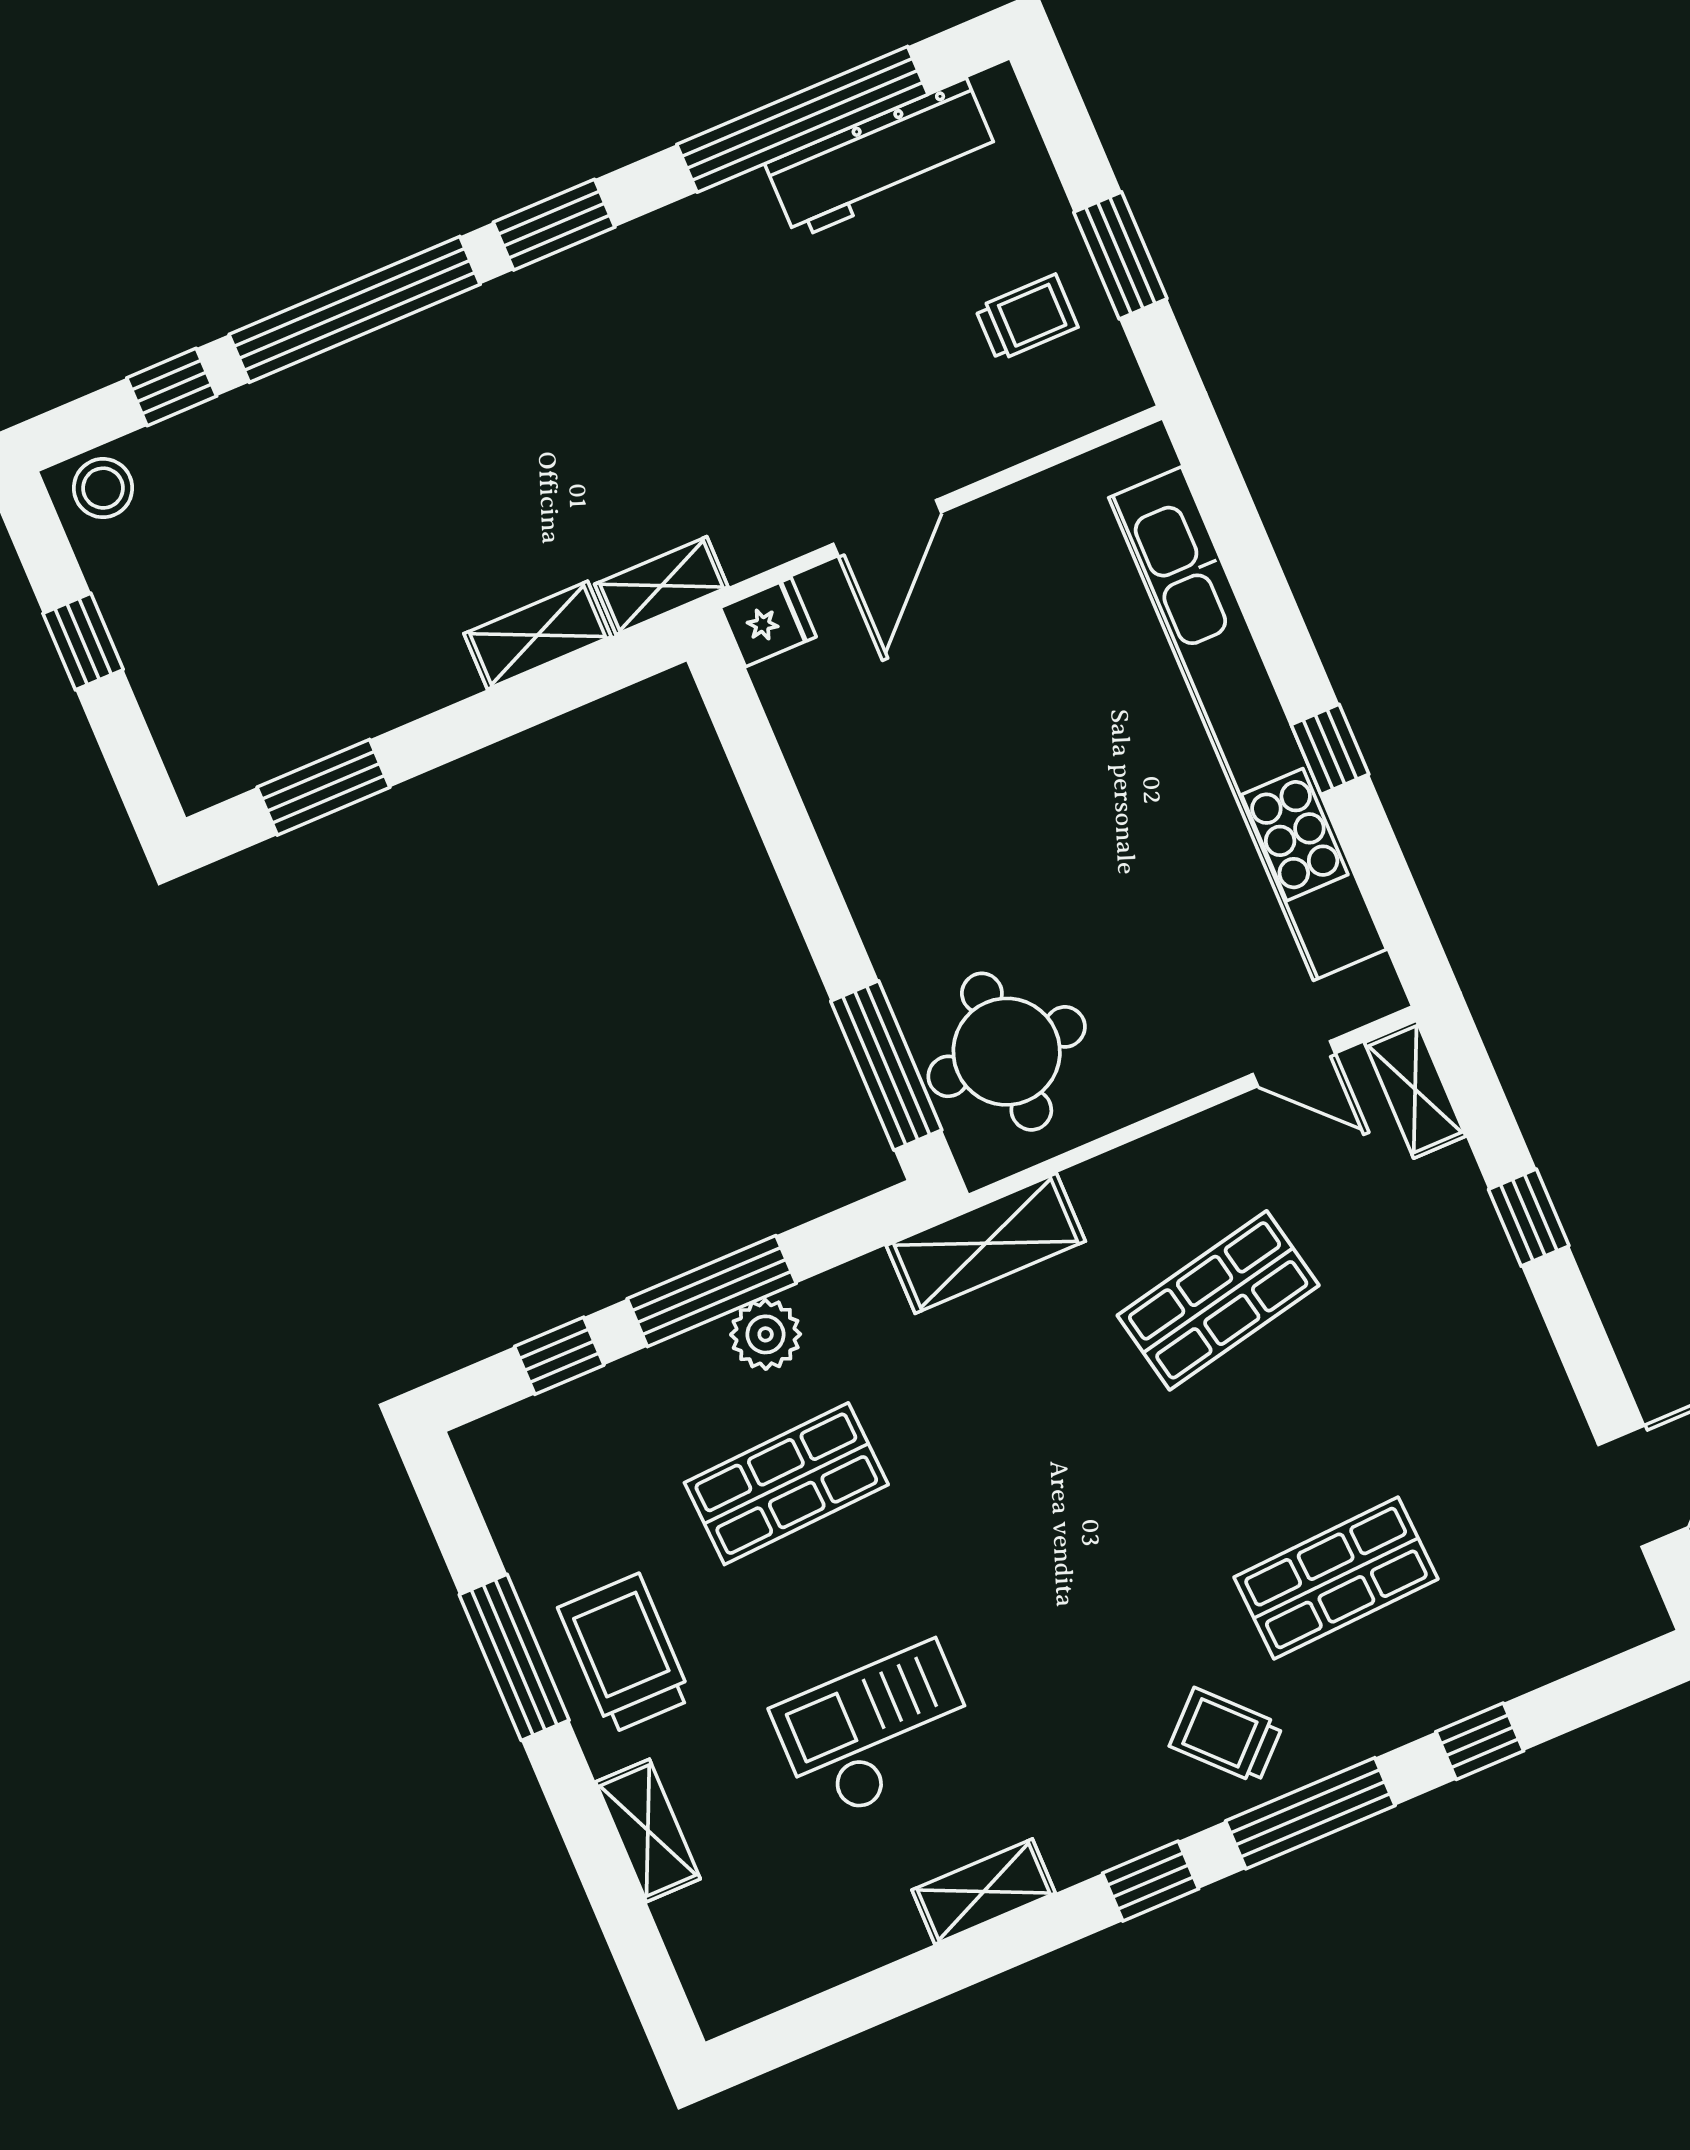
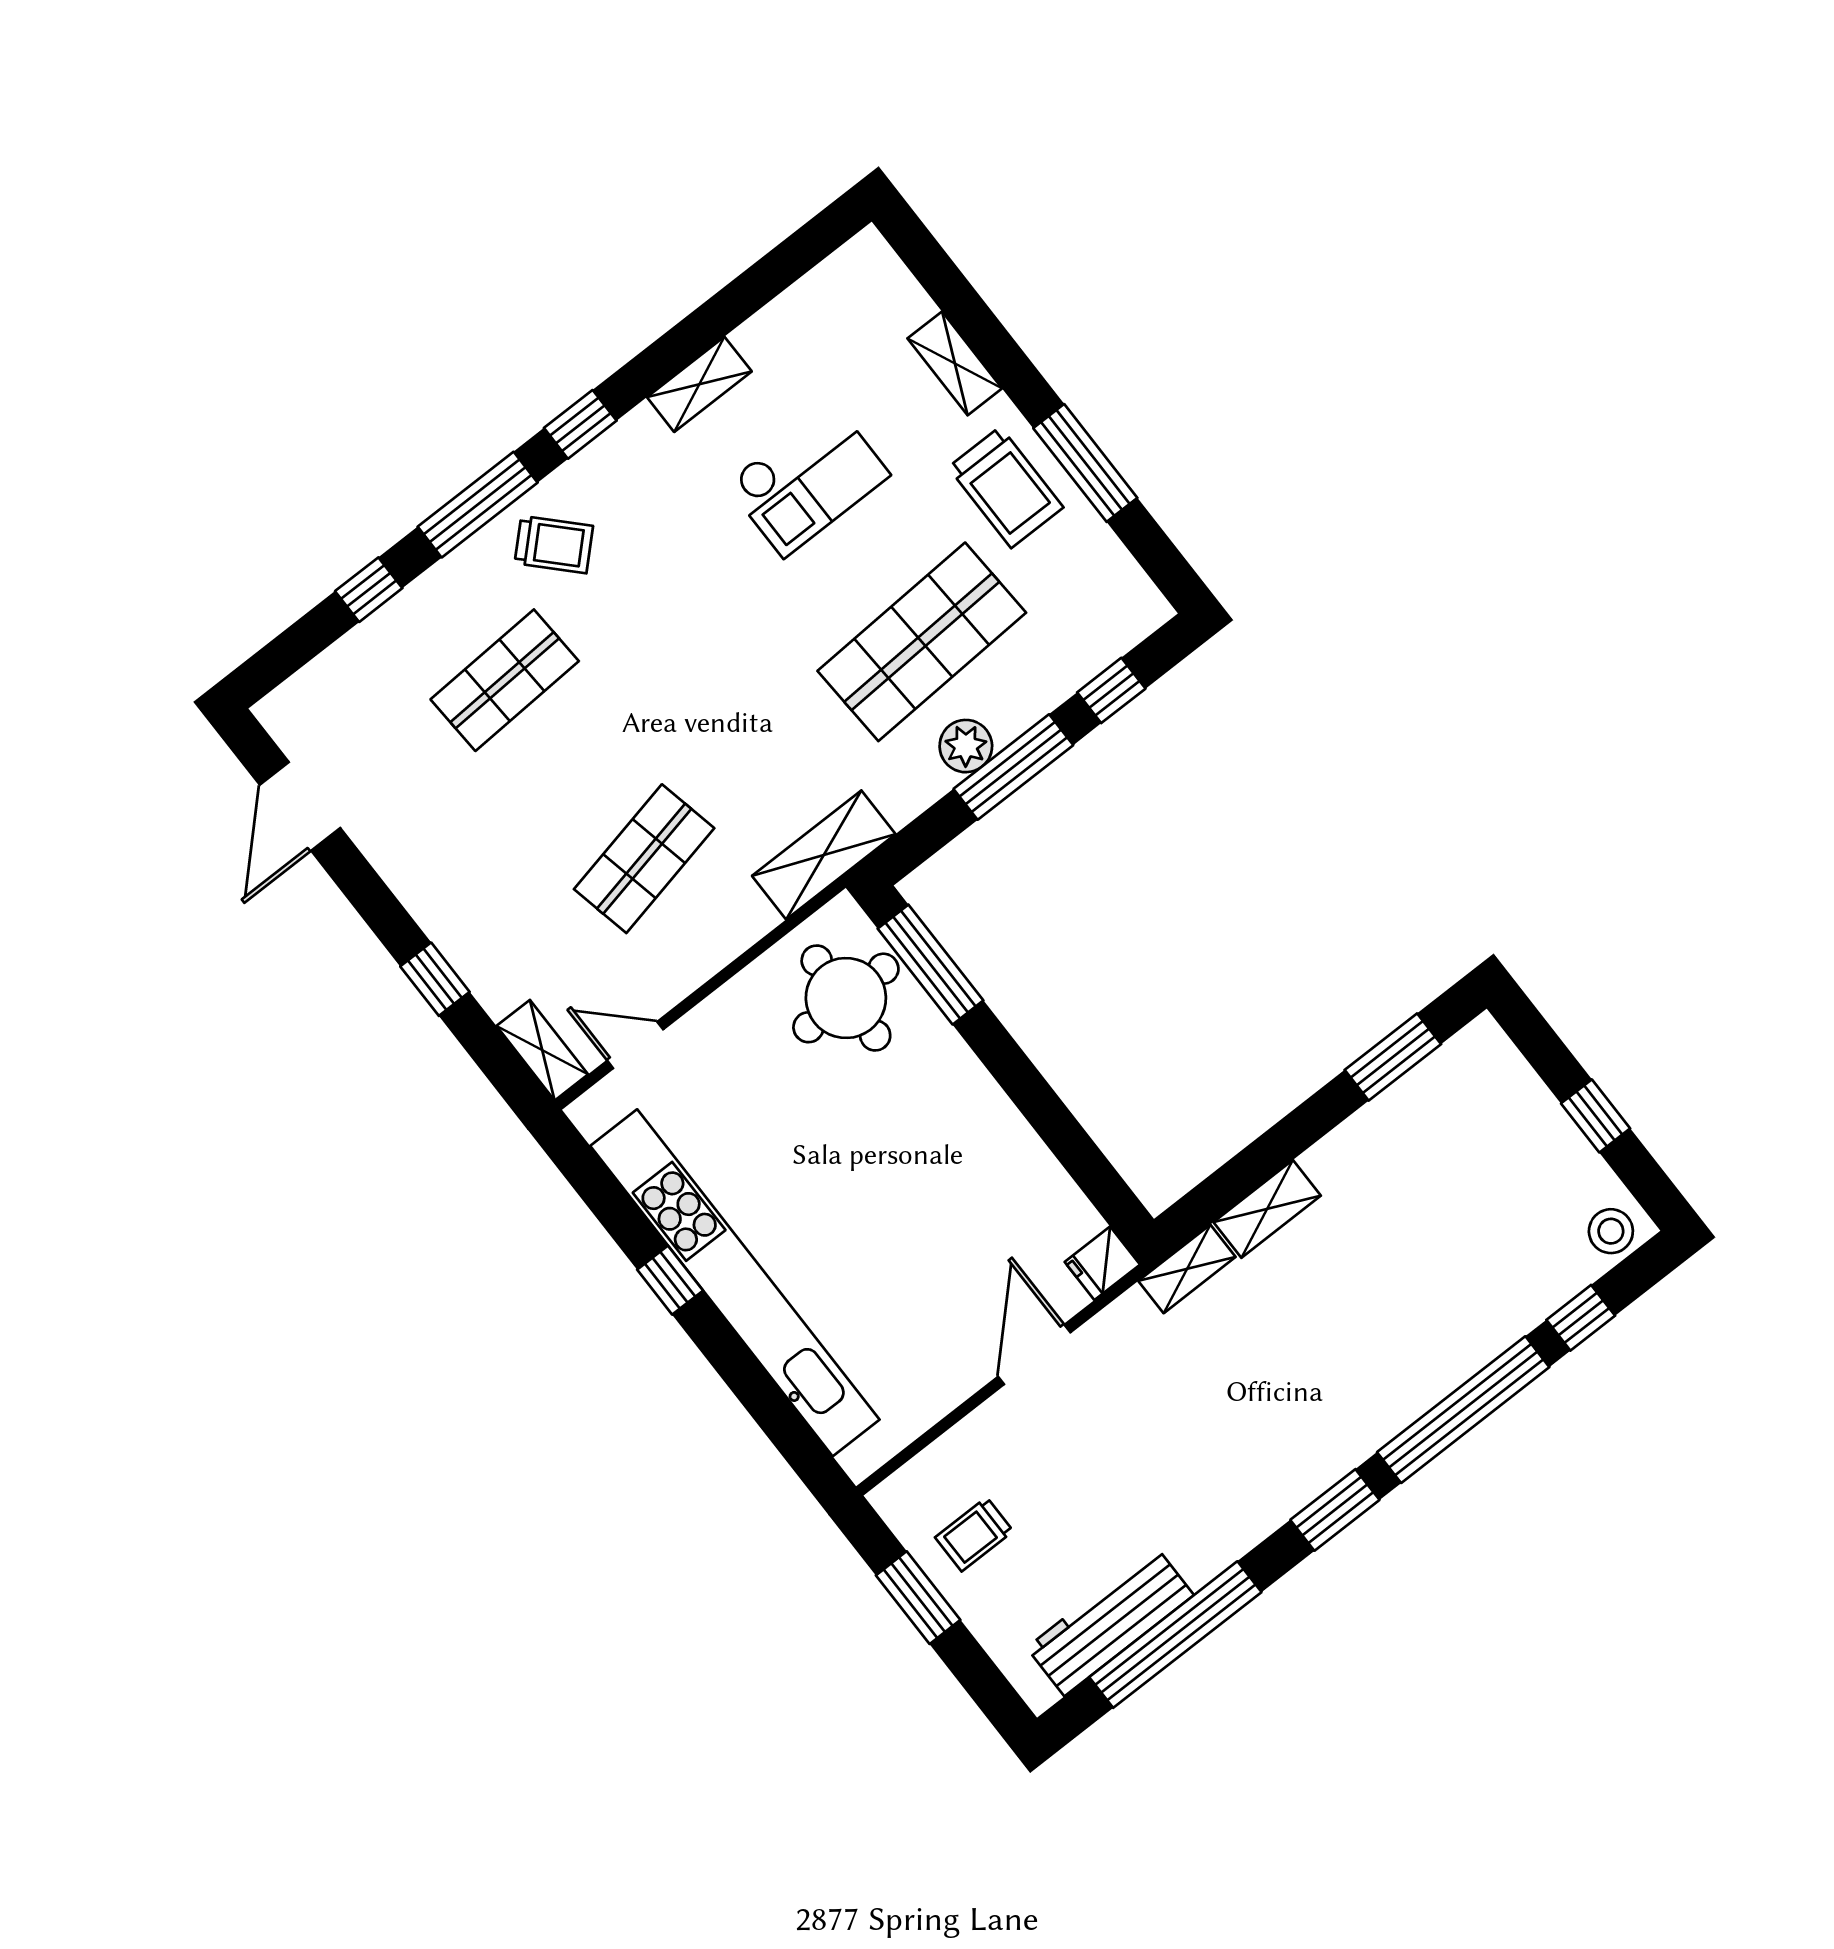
shop shelf: (786, 1484) -> (922, 642), width x1.43, depth x1.36

